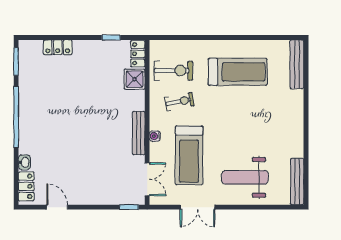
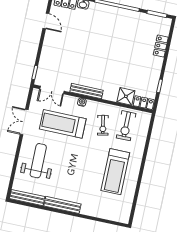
bench: (297, 64) -> (62, 205), moved
door: (57, 207) -> (46, 21), hinge flipped

